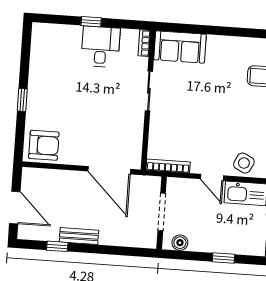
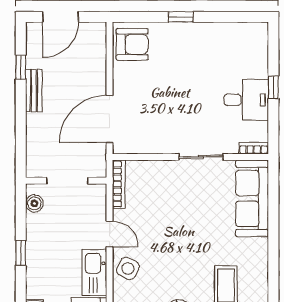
sofa: (180, 47) -> (252, 198), width x1.36
armchair: (44, 145) -> (132, 44), turned -90
door: (212, 177) -> (110, 234), swing flipped

